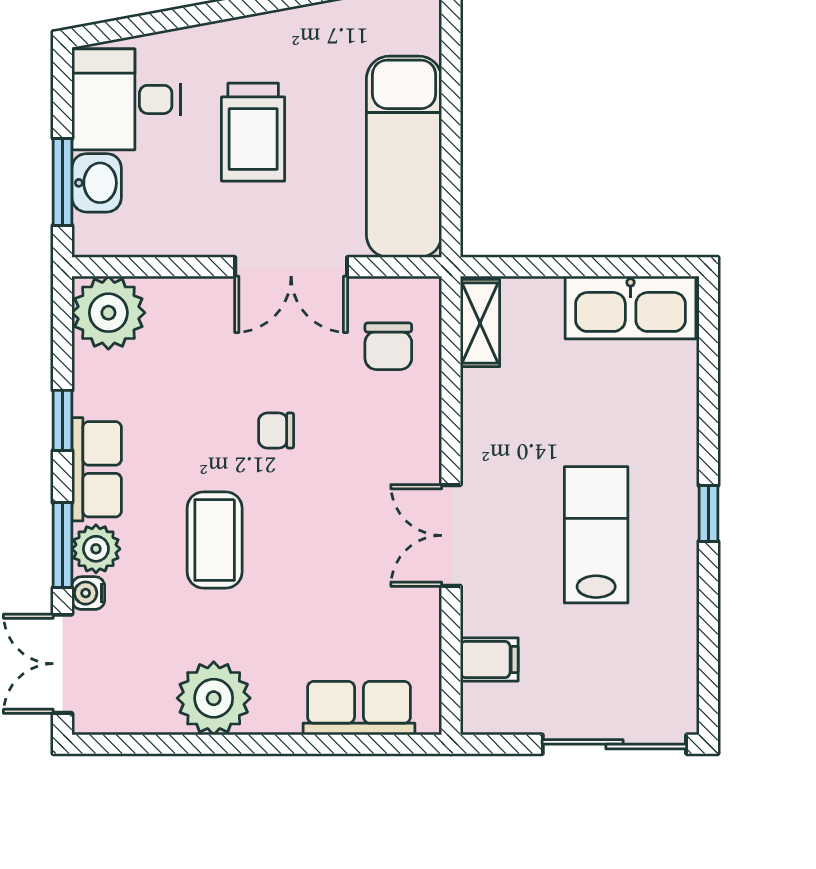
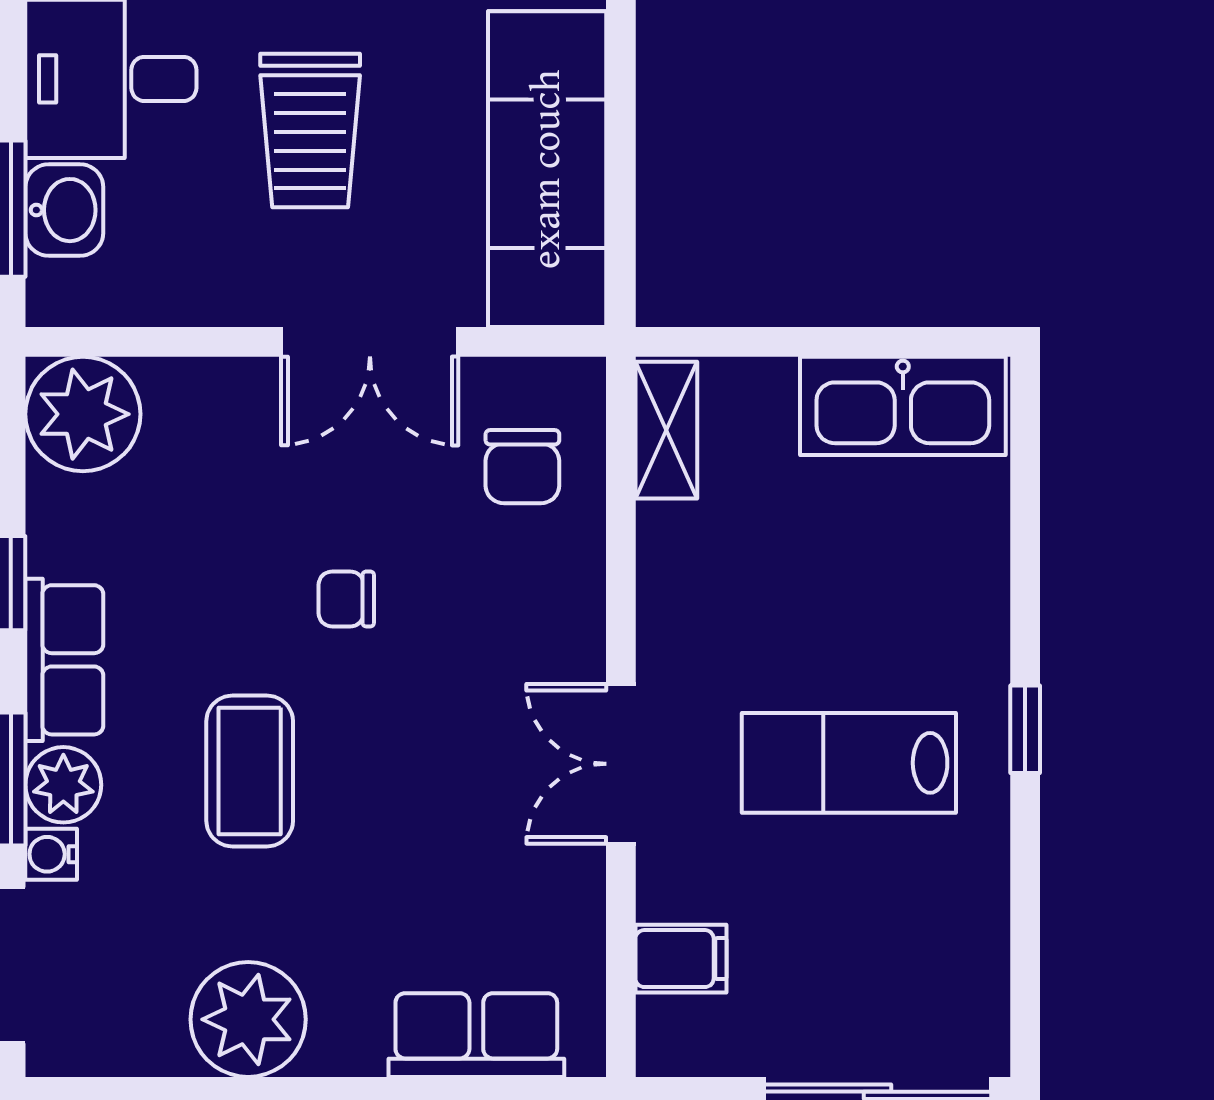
lab bench: (596, 535) -> (849, 763), turned -90

